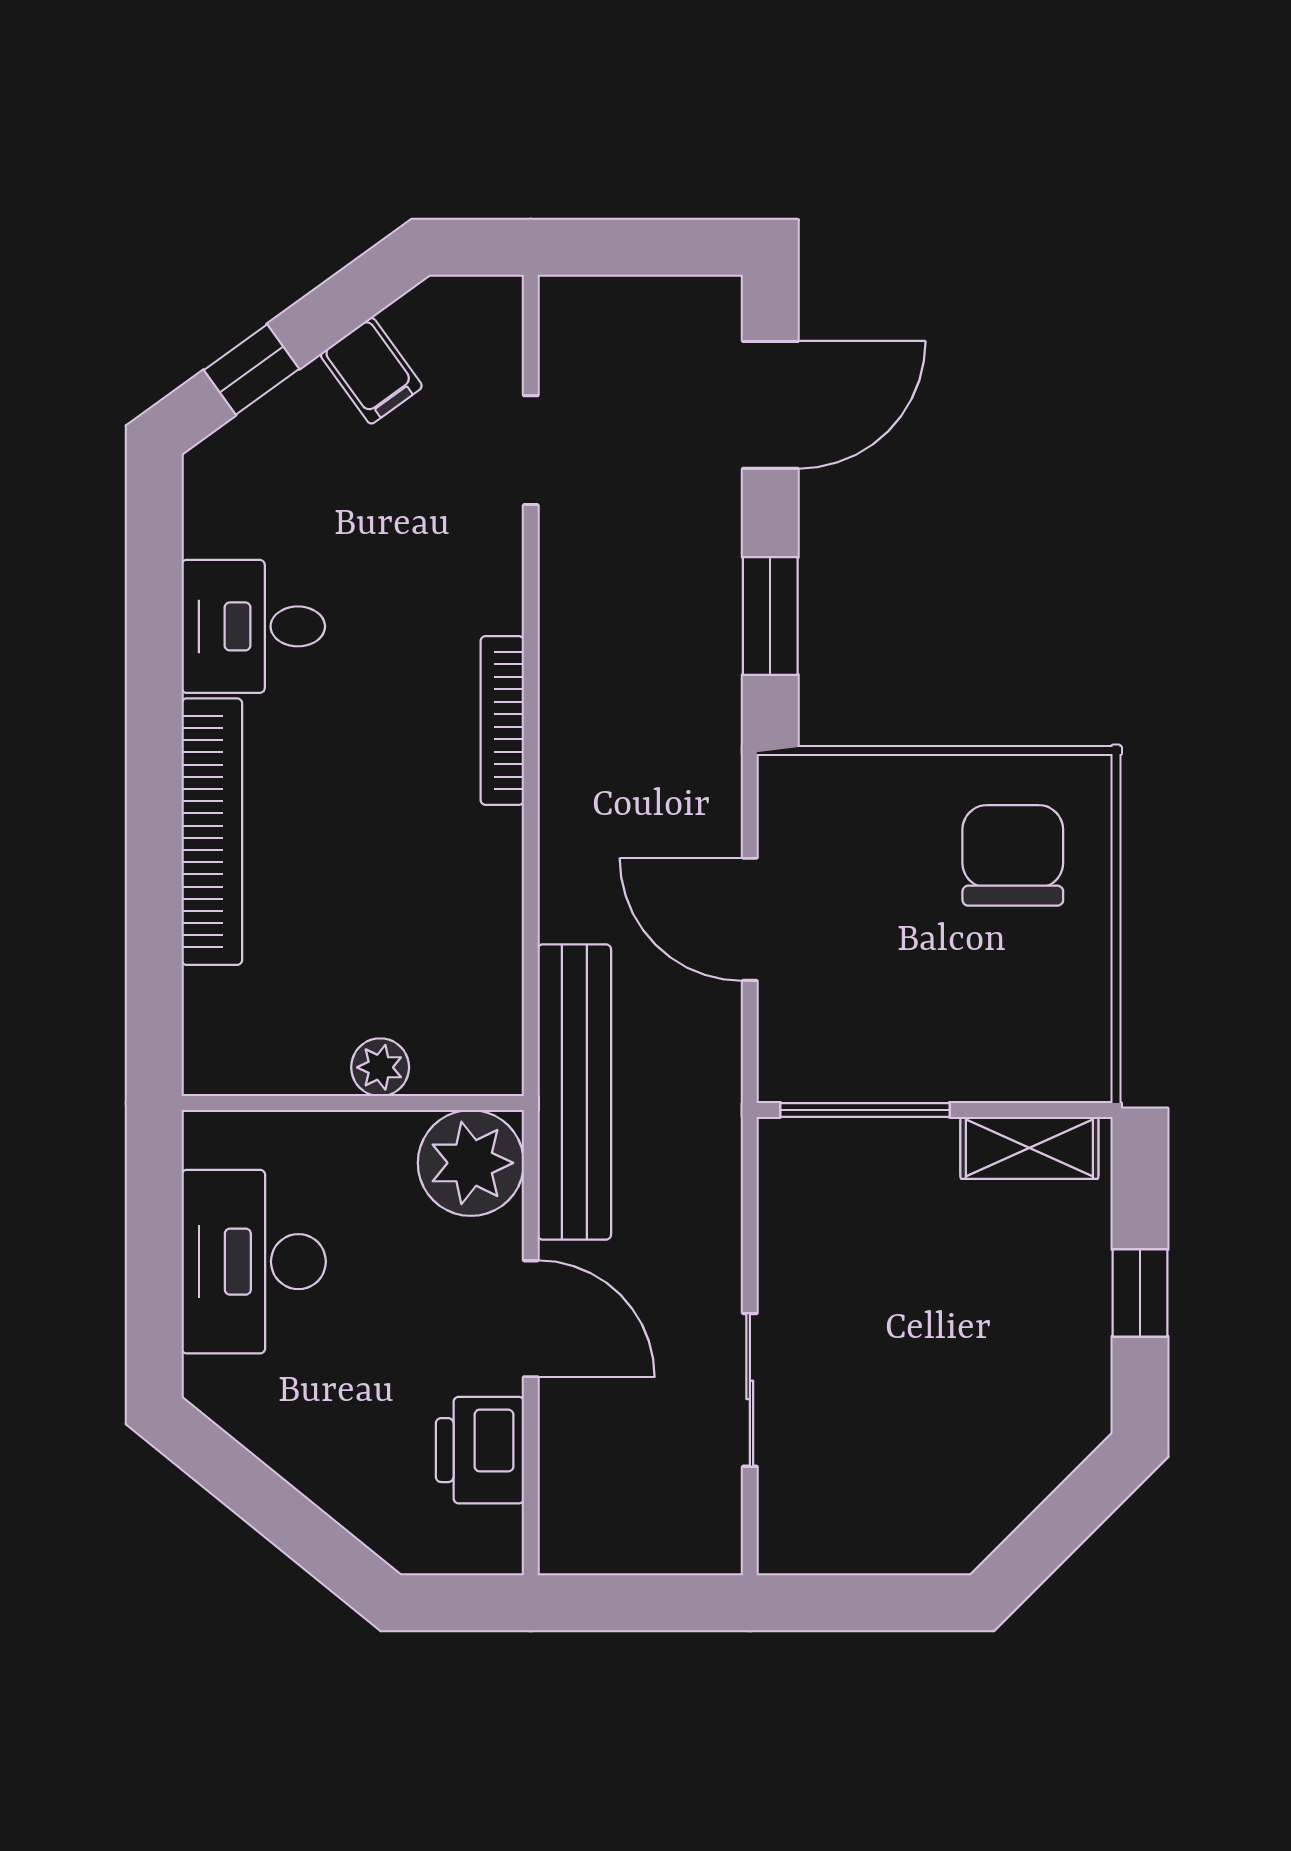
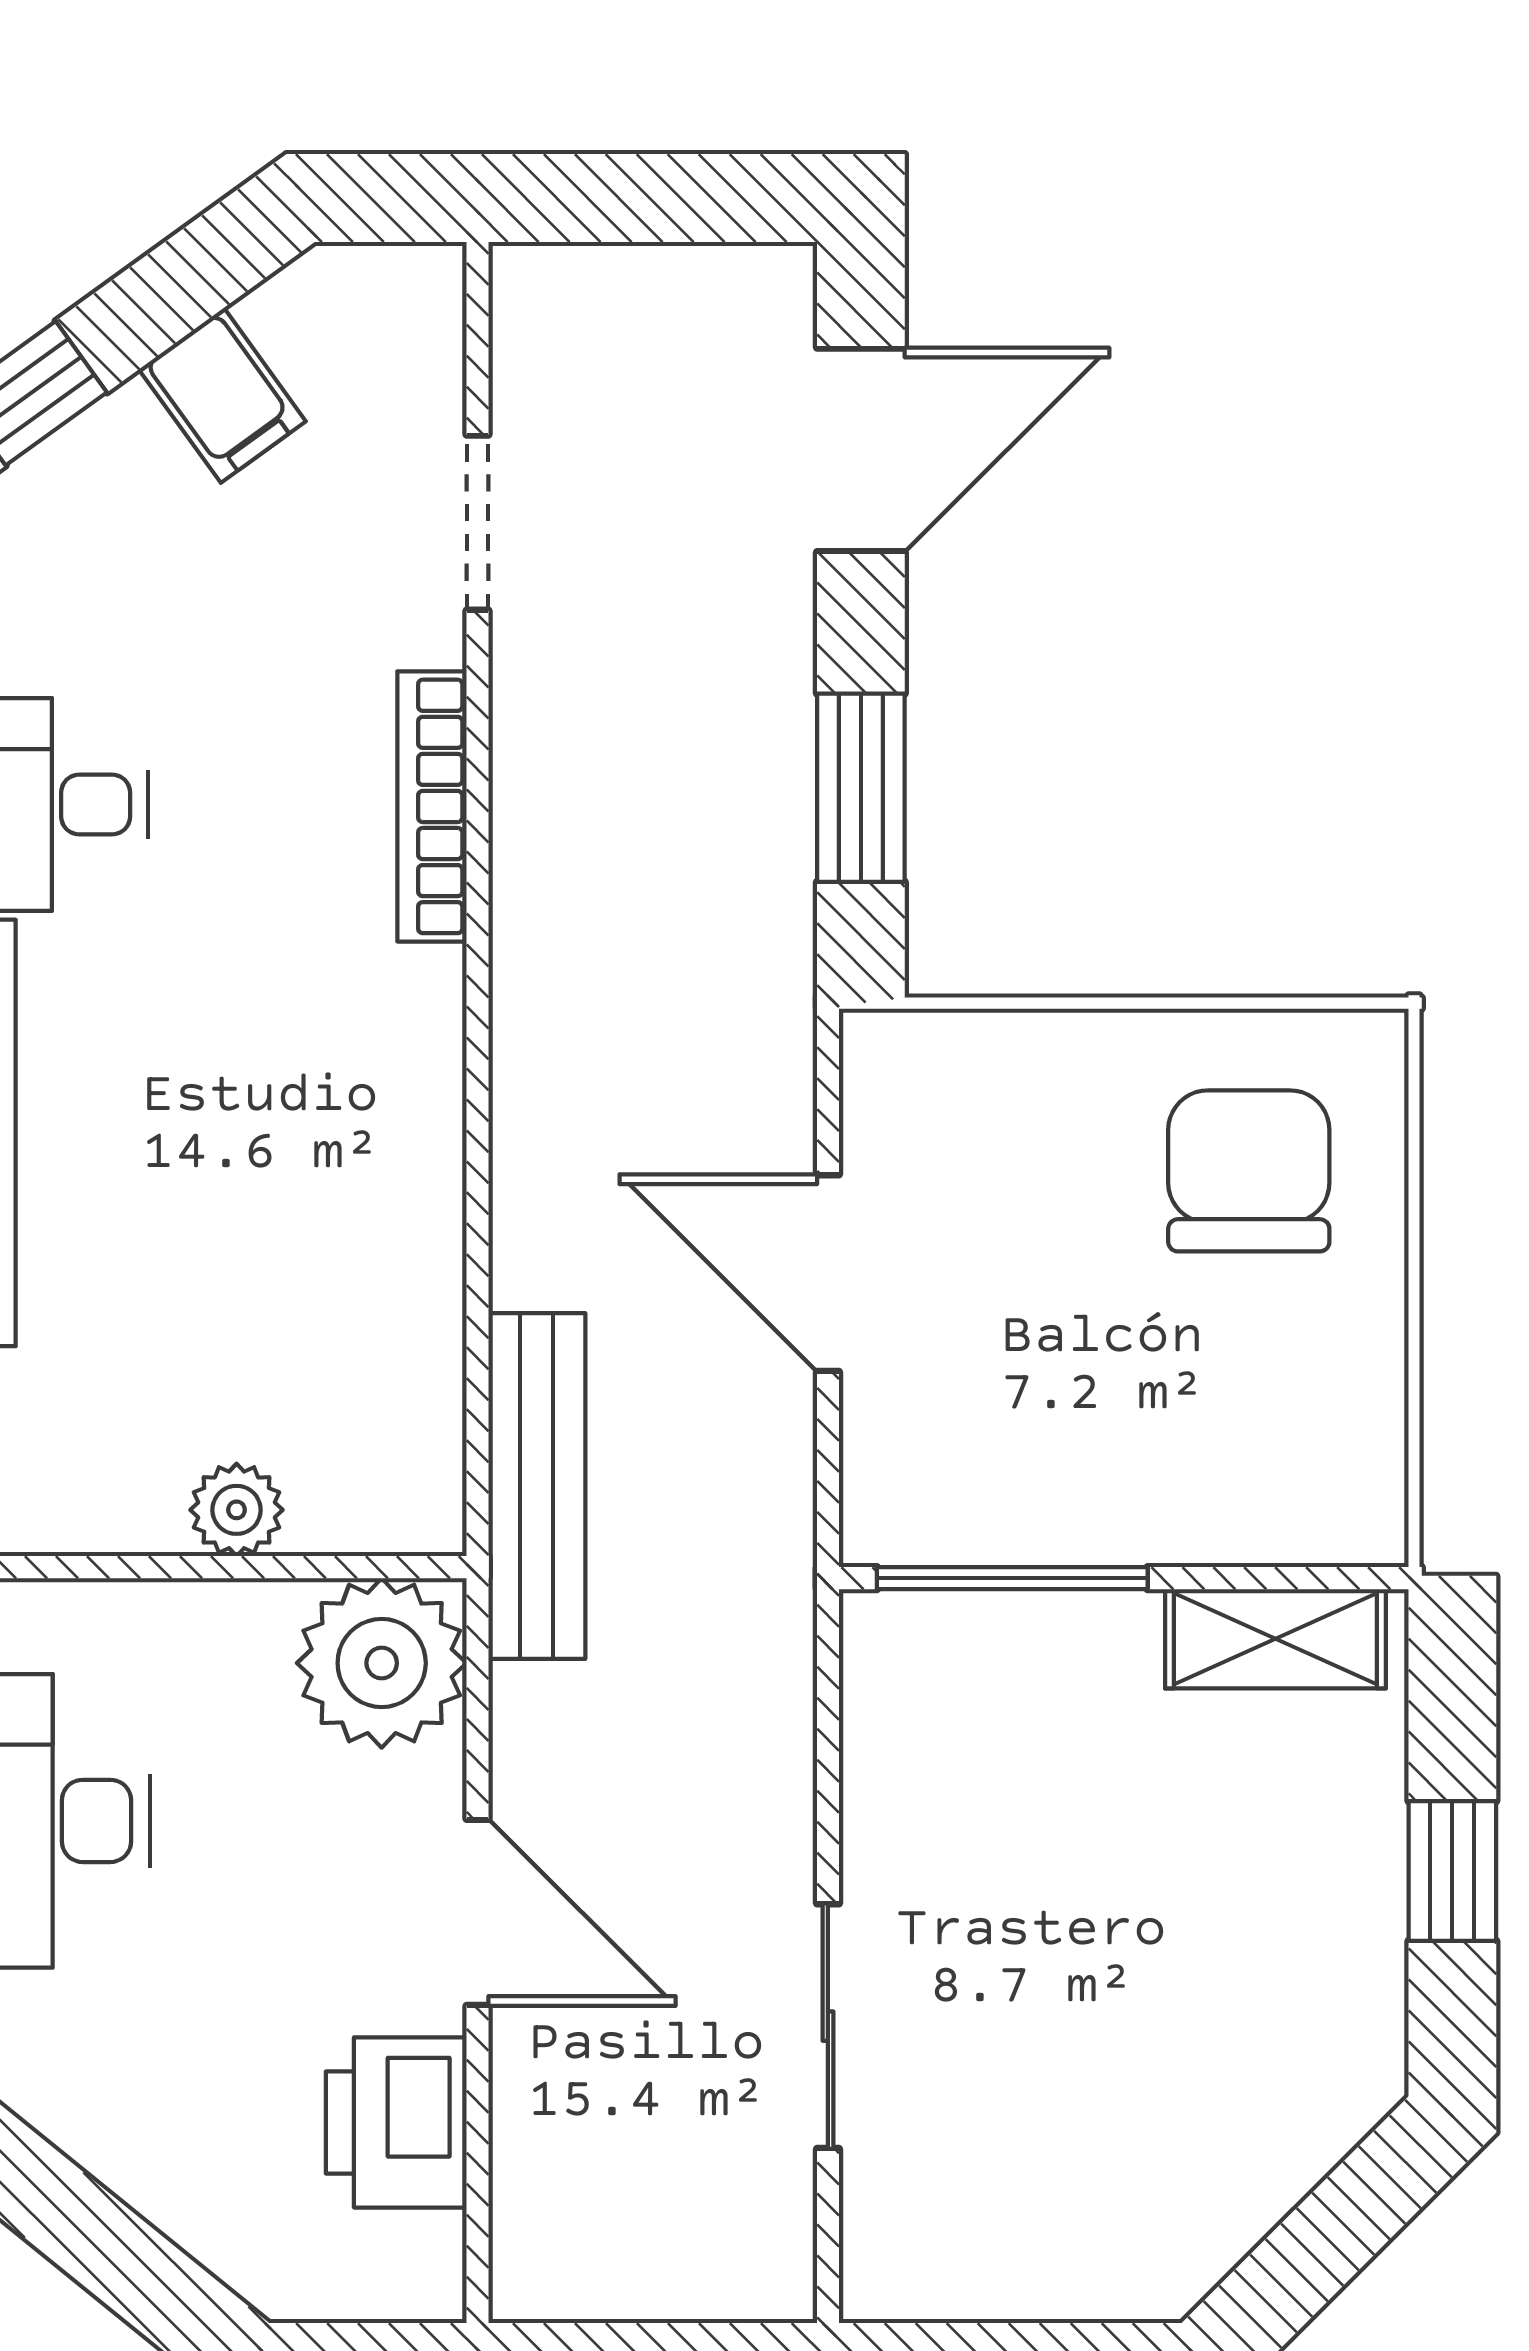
bookcase: (502, 721) -> (432, 806), moved
bench: (574, 1092) -> (537, 1486), width x0.73, depth x0.82

